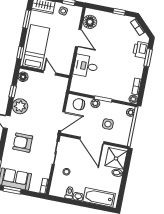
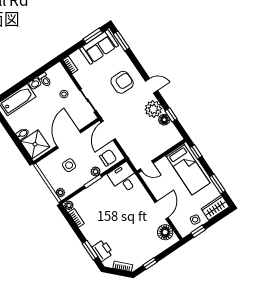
door: (78, 38) -> (161, 210), swing flipped
desk: (86, 66) -> (124, 178), moved, turned -90
door: (49, 73) -> (147, 166), moved
floor lamp: (23, 77) -> (164, 120), moved
door: (92, 140) -> (69, 139), hinge flipped

